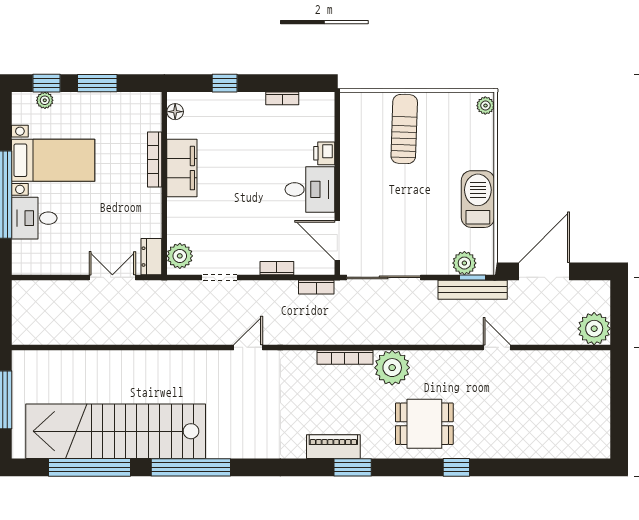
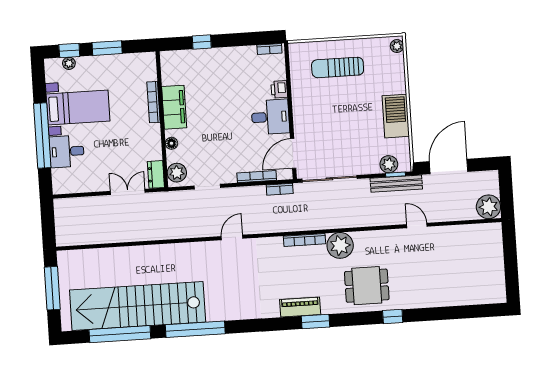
bookcase: (282, 98) -> (269, 49), moved
floor lamp: (175, 112) -> (171, 143), moved
sun lounger: (404, 129) -> (338, 67), turned -92
door: (337, 240) -> (293, 153), hinge flipped
bookcase: (277, 268) -> (257, 177), width x1.56

